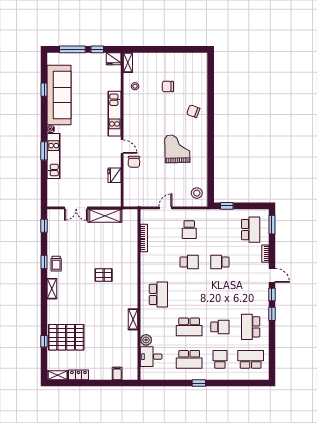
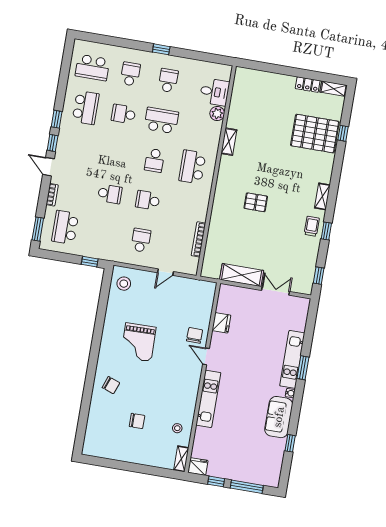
sofa: (59, 95) -> (279, 417), width x0.54, depth x0.79
school desk: (189, 294) -> (154, 160), added
school desk: (189, 359) -> (168, 80), width x0.54
school desk: (220, 359) -> (130, 74), turned 180
filing cabinet: (117, 374) -> (260, 78), removed

